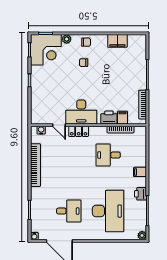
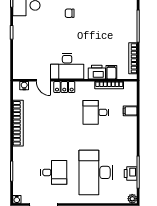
filing cabinet: (140, 172) -> (130, 111), moved
printer: (140, 194) -> (131, 173), moved
desk: (108, 211) -> (96, 172), turned 180

